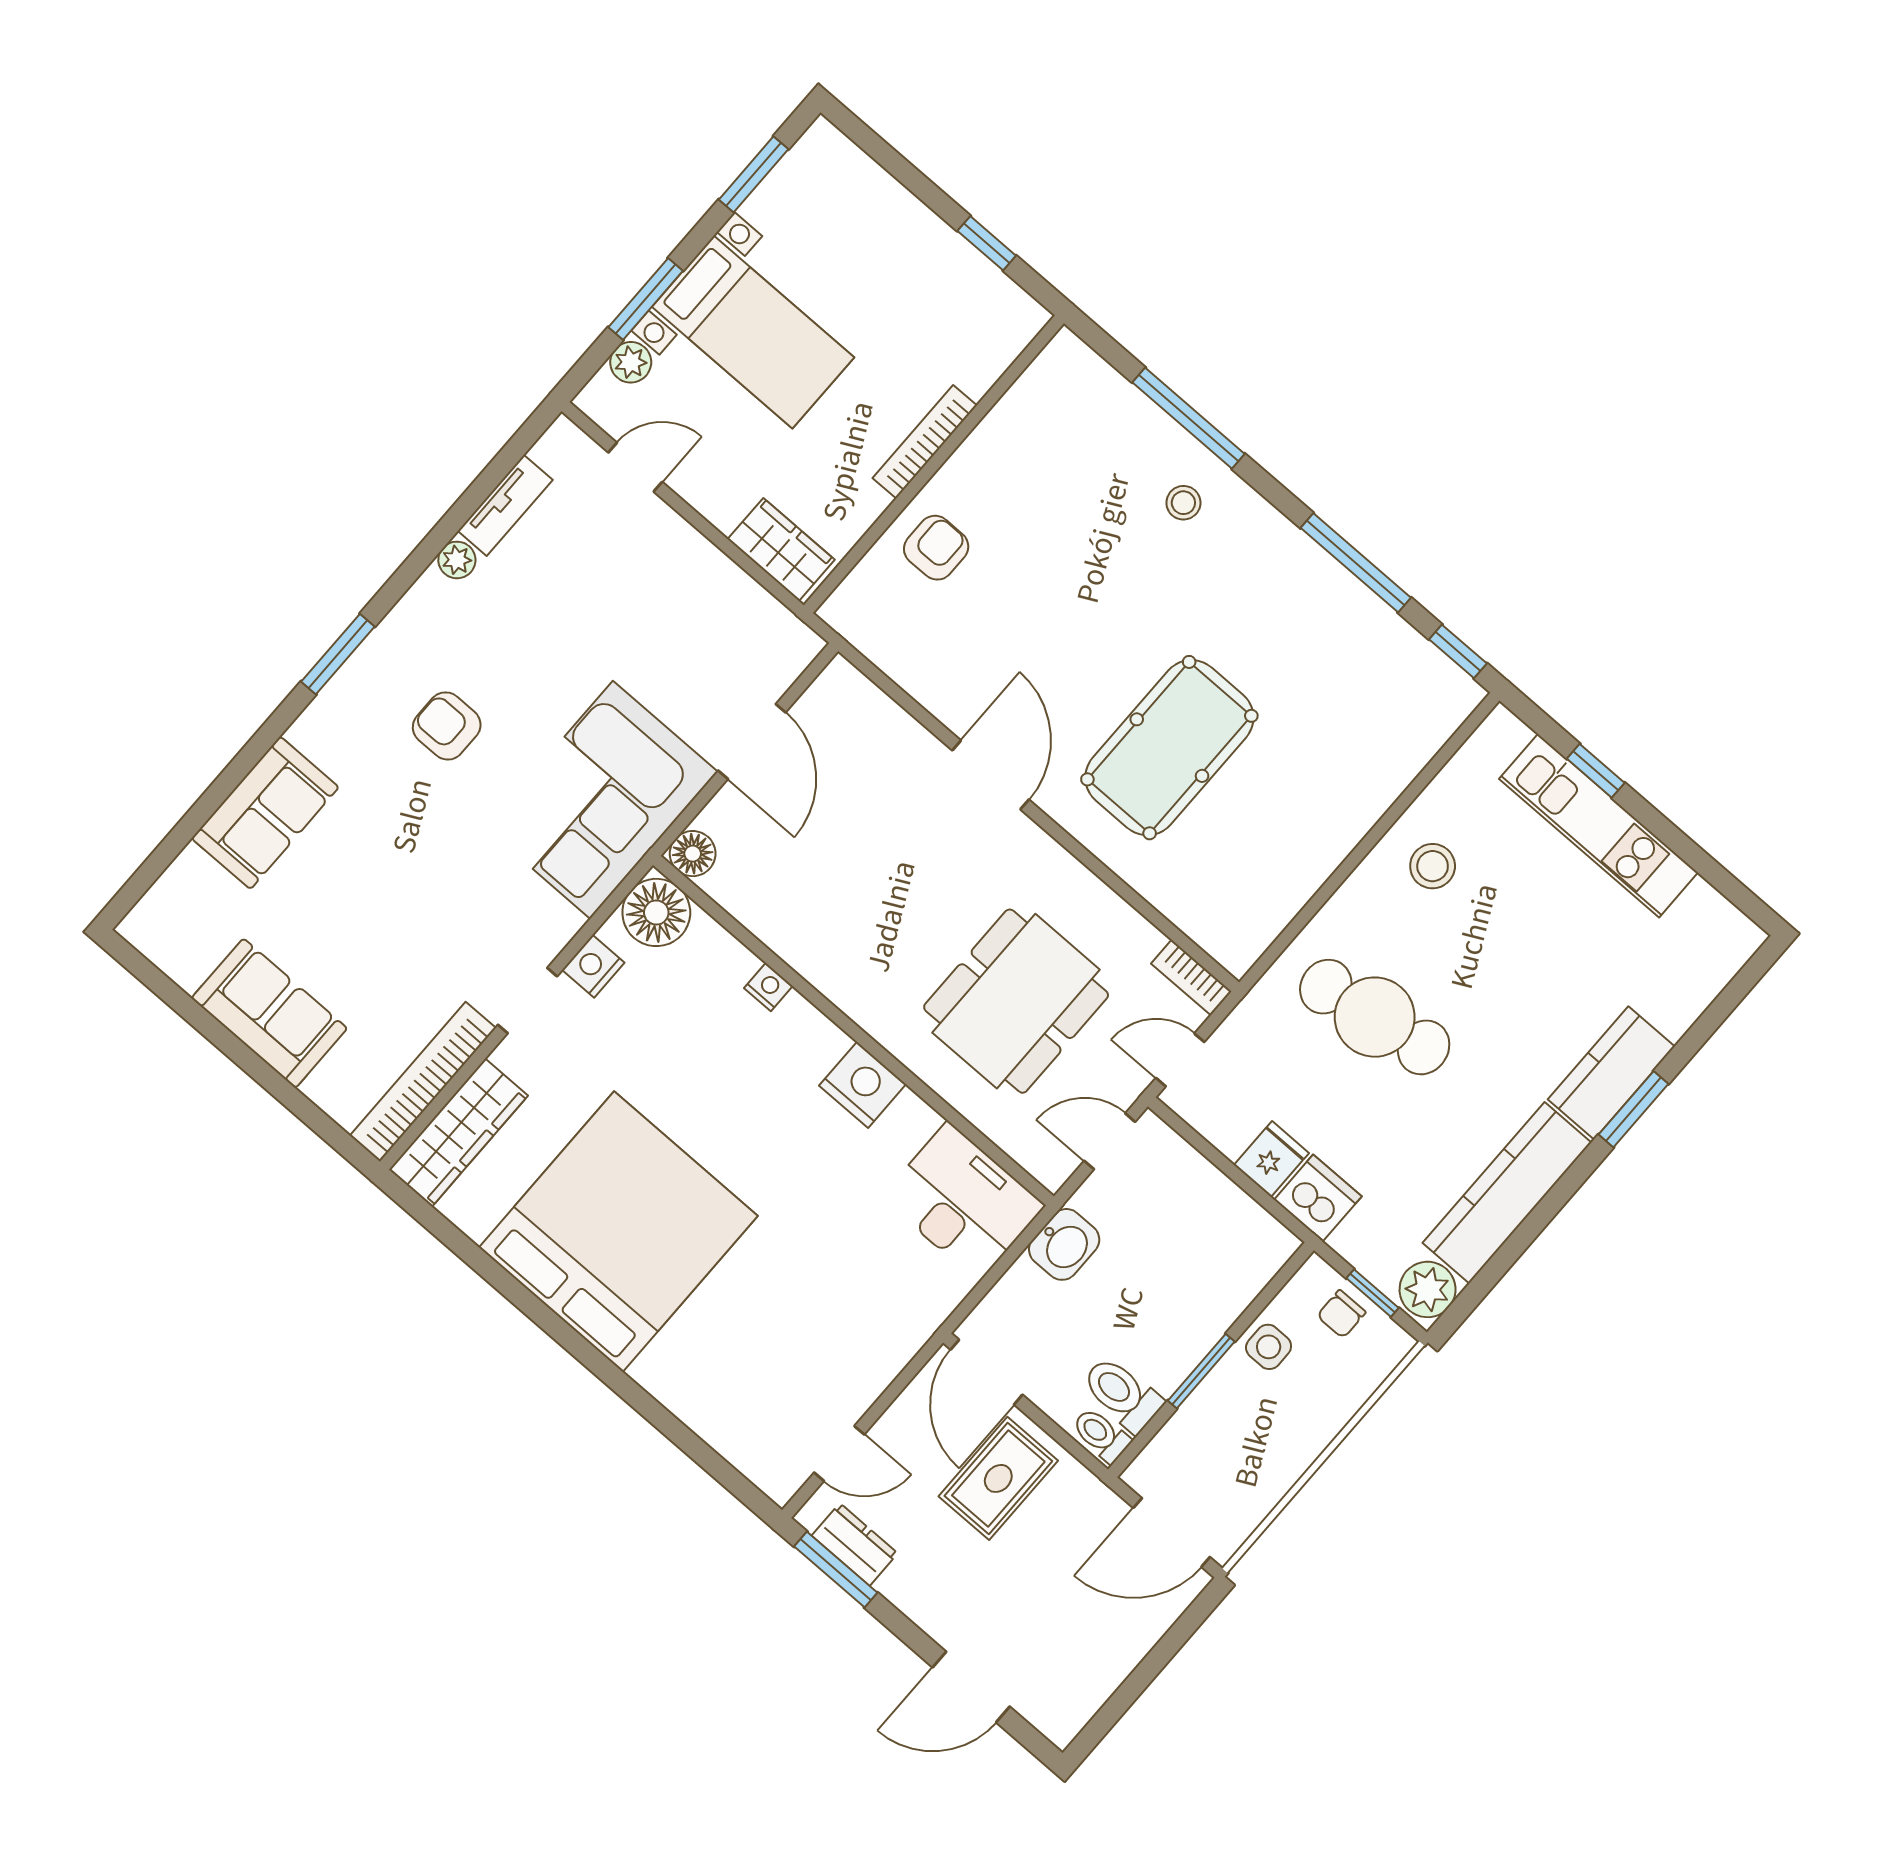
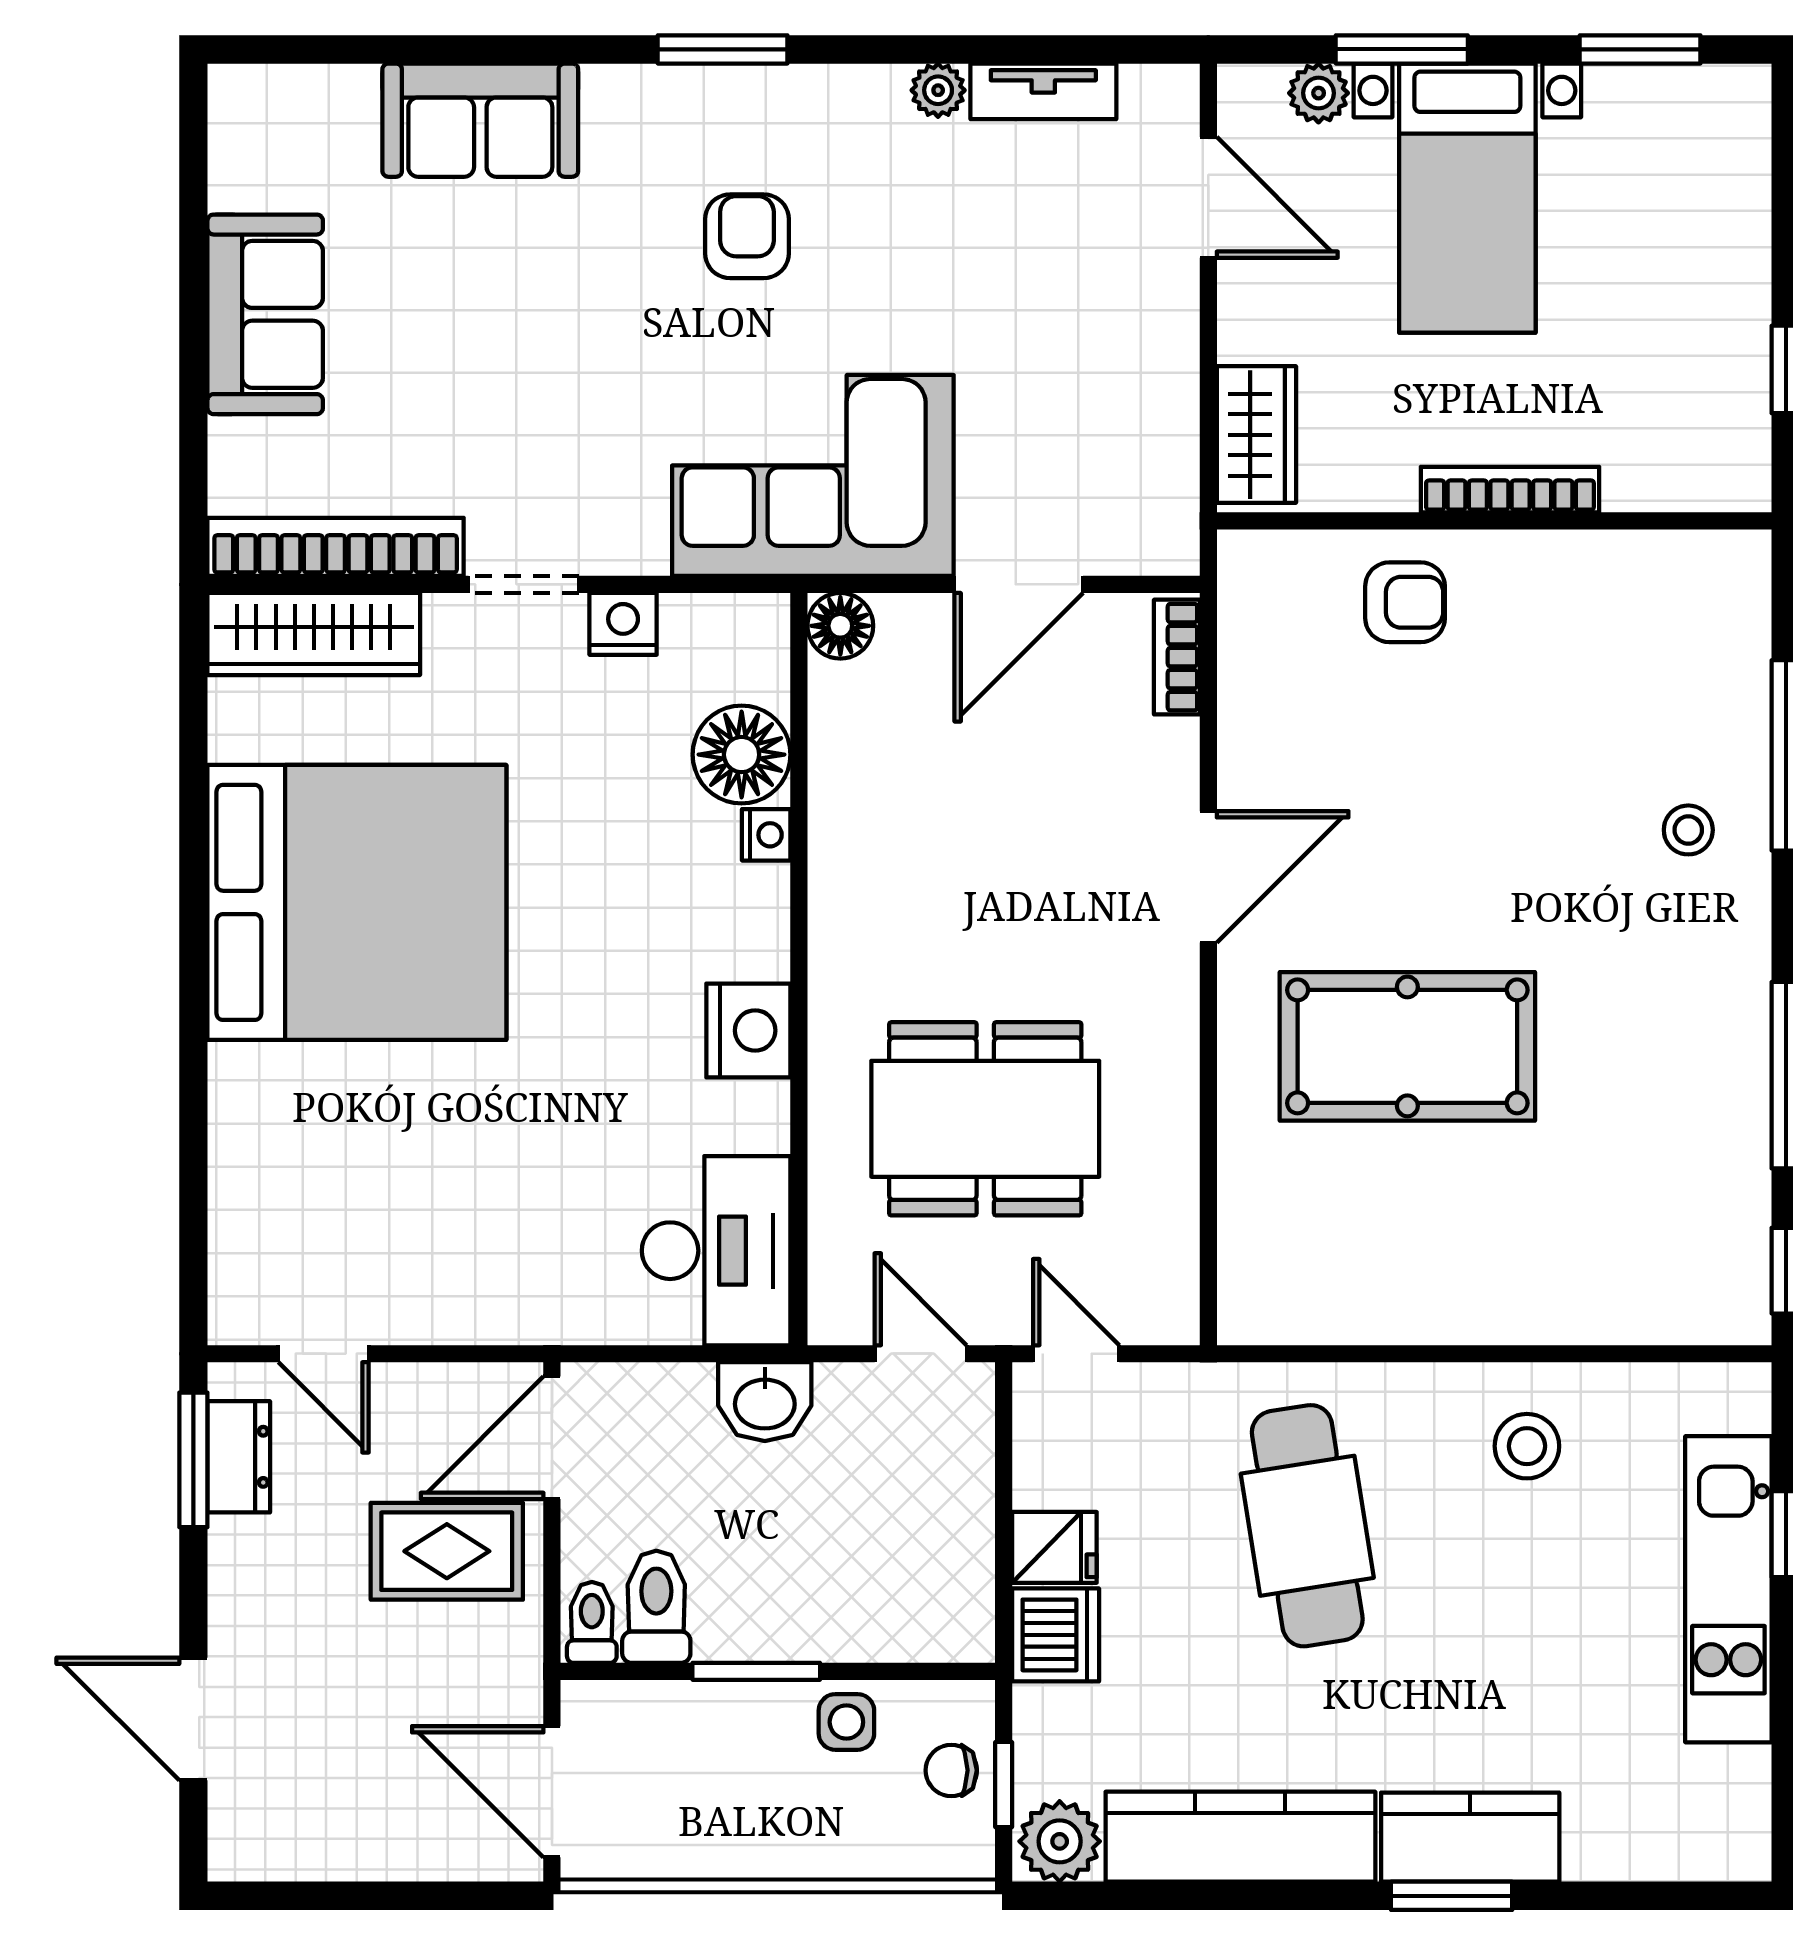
door: (635, 467) -> (1208, 197), width x1.37
floor lamp: (656, 912) -> (742, 755), moved
bookcase: (1191, 977) -> (1177, 657), moved

